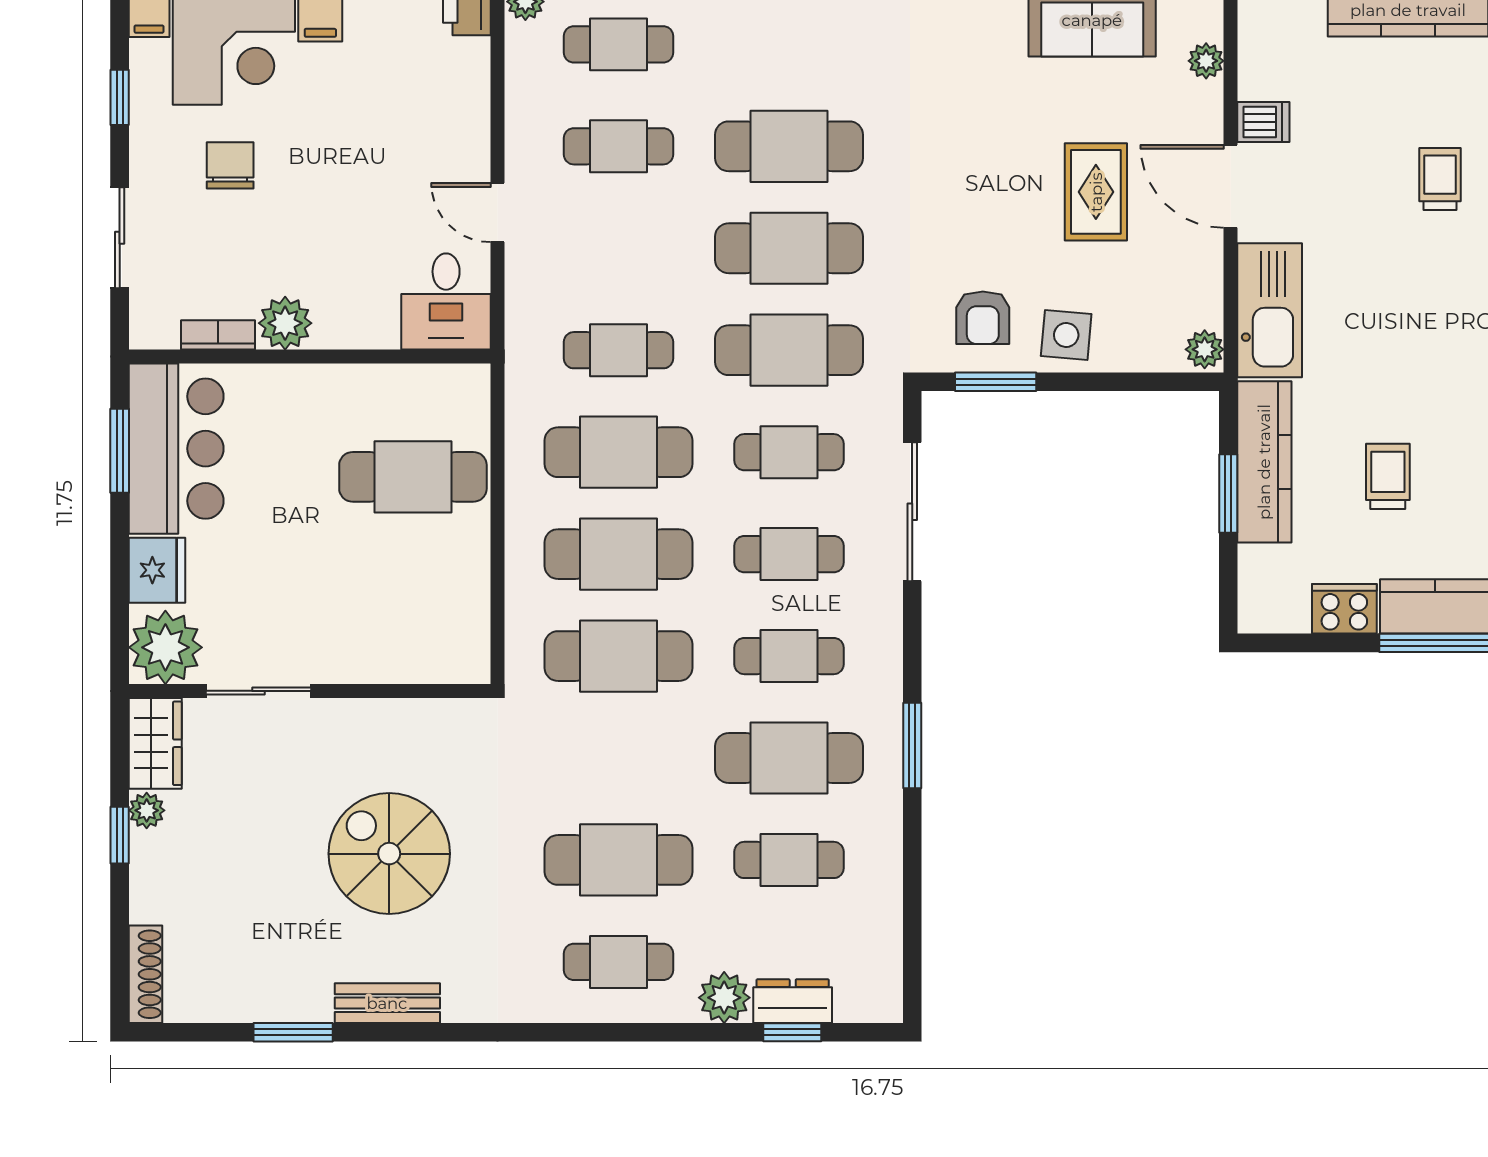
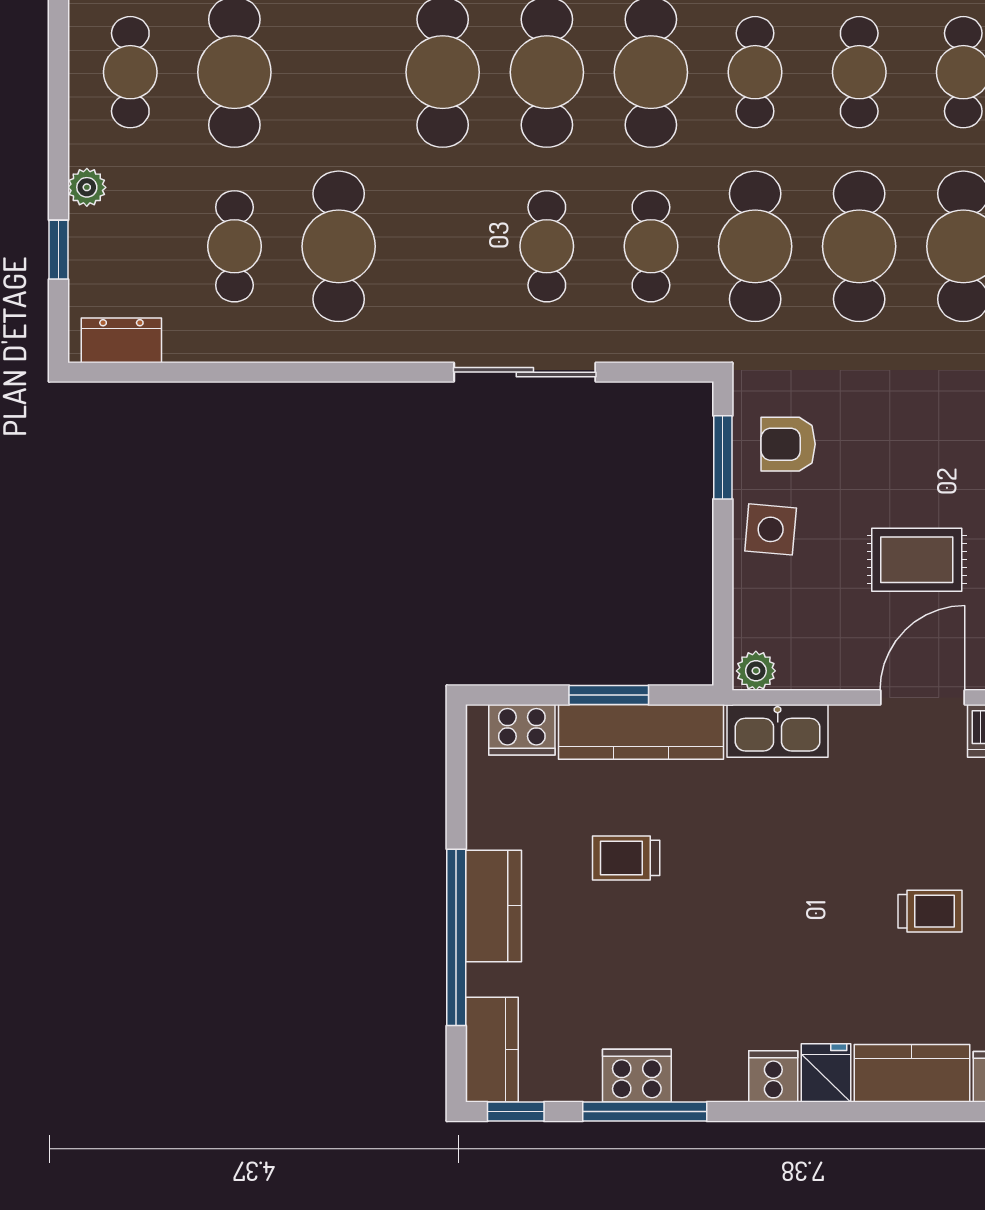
kitchen sink: (1270, 310) -> (778, 731), width x0.73, depth x0.81
trolley: (1388, 476) -> (626, 858), turned 180
sliding door: (912, 512) -> (525, 372), moved
cooker: (1344, 609) -> (522, 730), moved, turned 90
cafe table: (789, 656) -> (859, 72), moved
window: (912, 745) -> (351, 372), removed
plant: (724, 998) -> (87, 187), width x0.73, depth x0.73
dresser: (793, 1001) -> (121, 340), moved, turned -90

